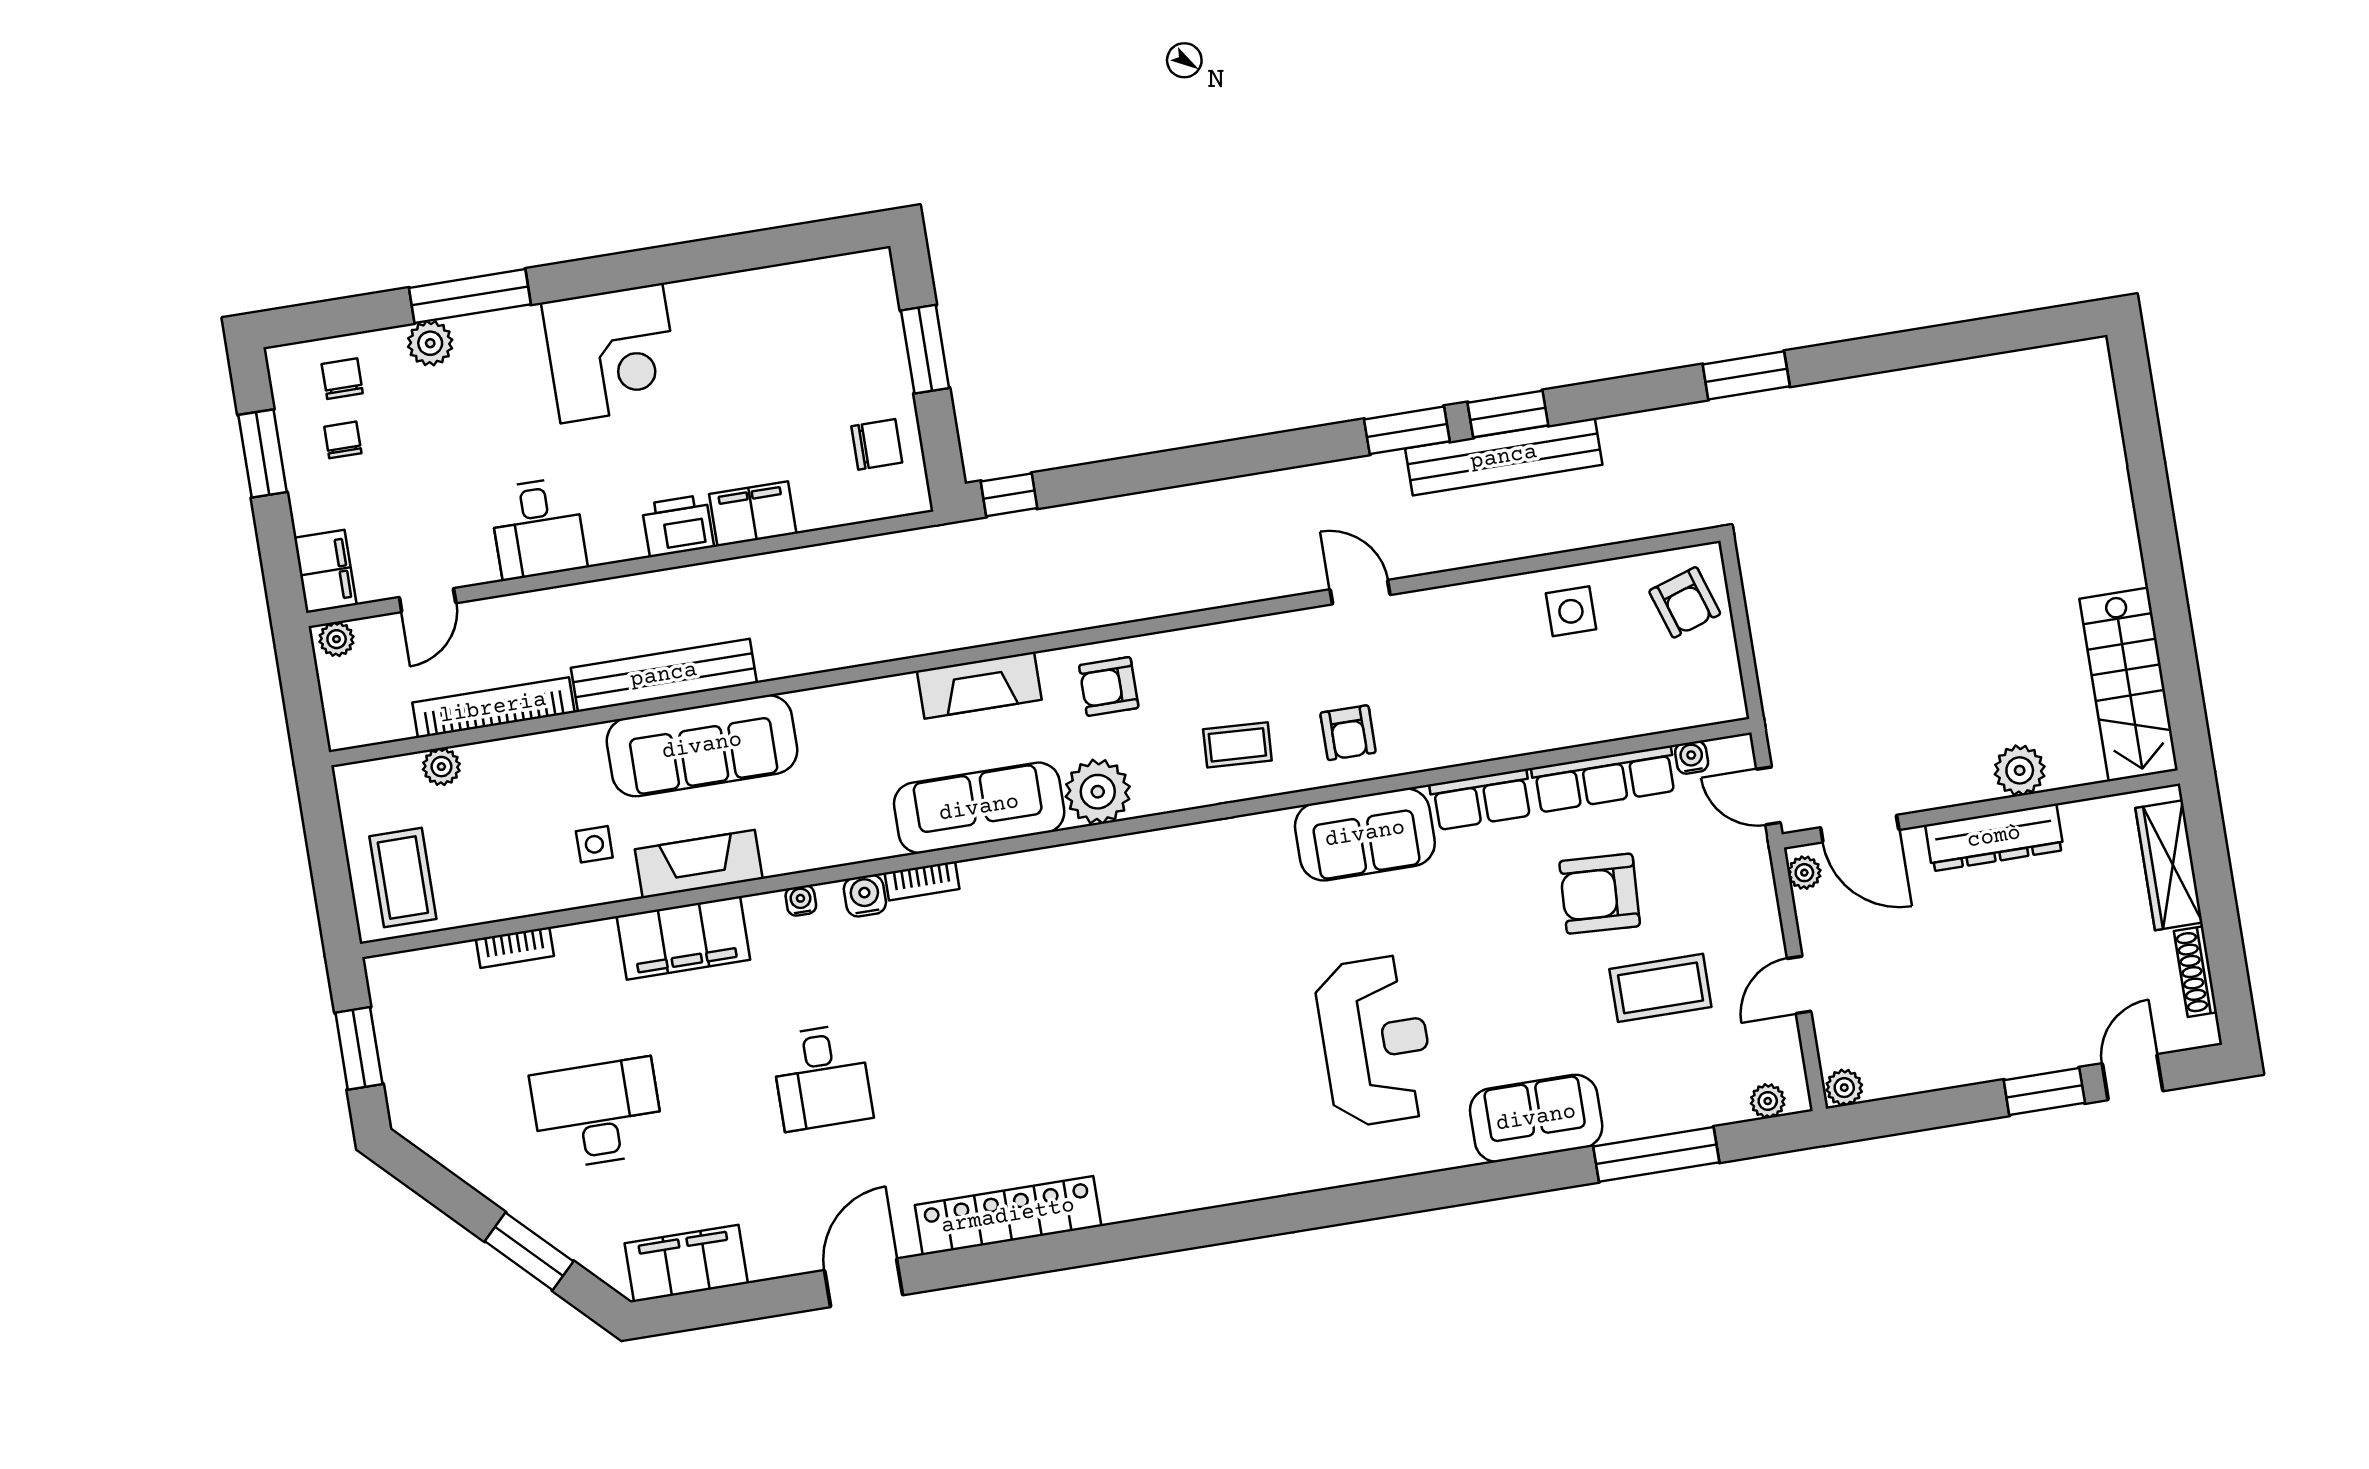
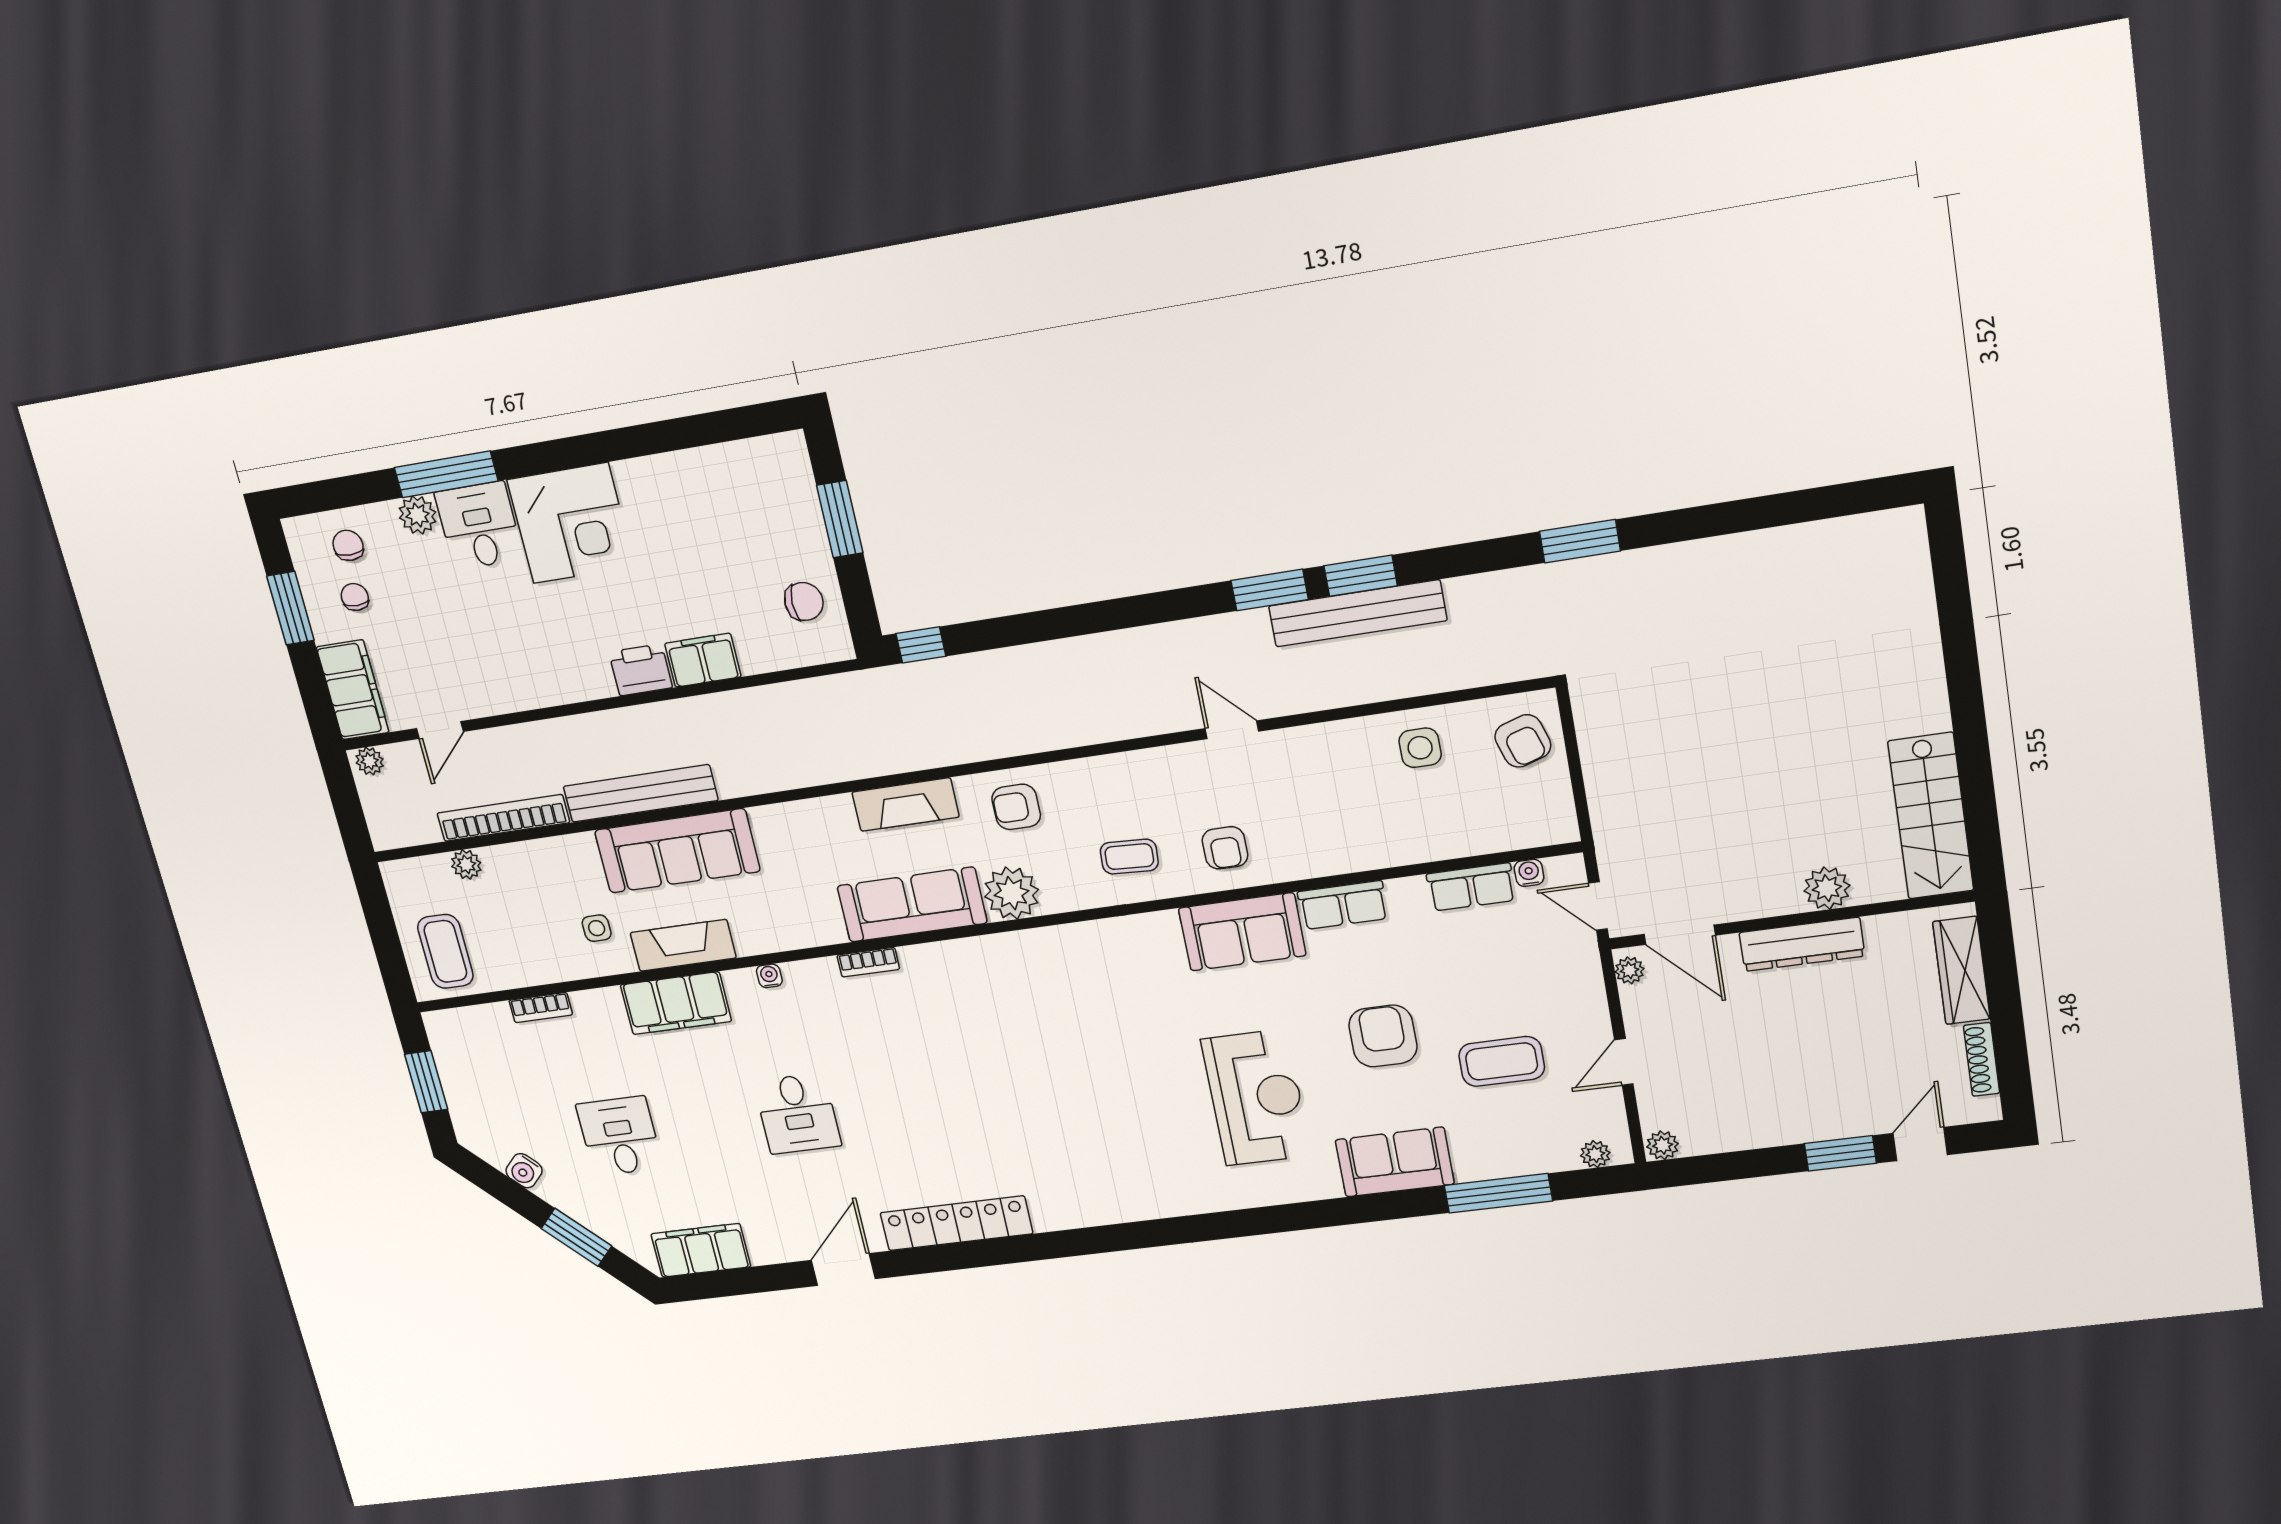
desk: (538, 528) -> (479, 526), moved, turned 180
filing cabinet: (325, 571) -> (353, 690), width x1.50, depth x1.17
row of seats: (1604, 779) -> (1471, 887), width x0.68
armchair: (1600, 894) -> (1383, 1036), moved, turned 87
water cooler: (865, 896) -> (524, 1171), moved, turned -135
desk: (597, 1114) -> (620, 1136), width x0.73

